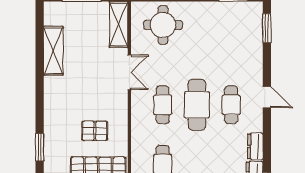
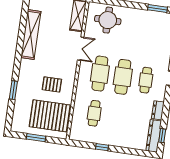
shelving: (53, 51) -> (31, 34), width x1.47
cafe table: (163, 105) -> (100, 74), width x1.37, depth x1.35

